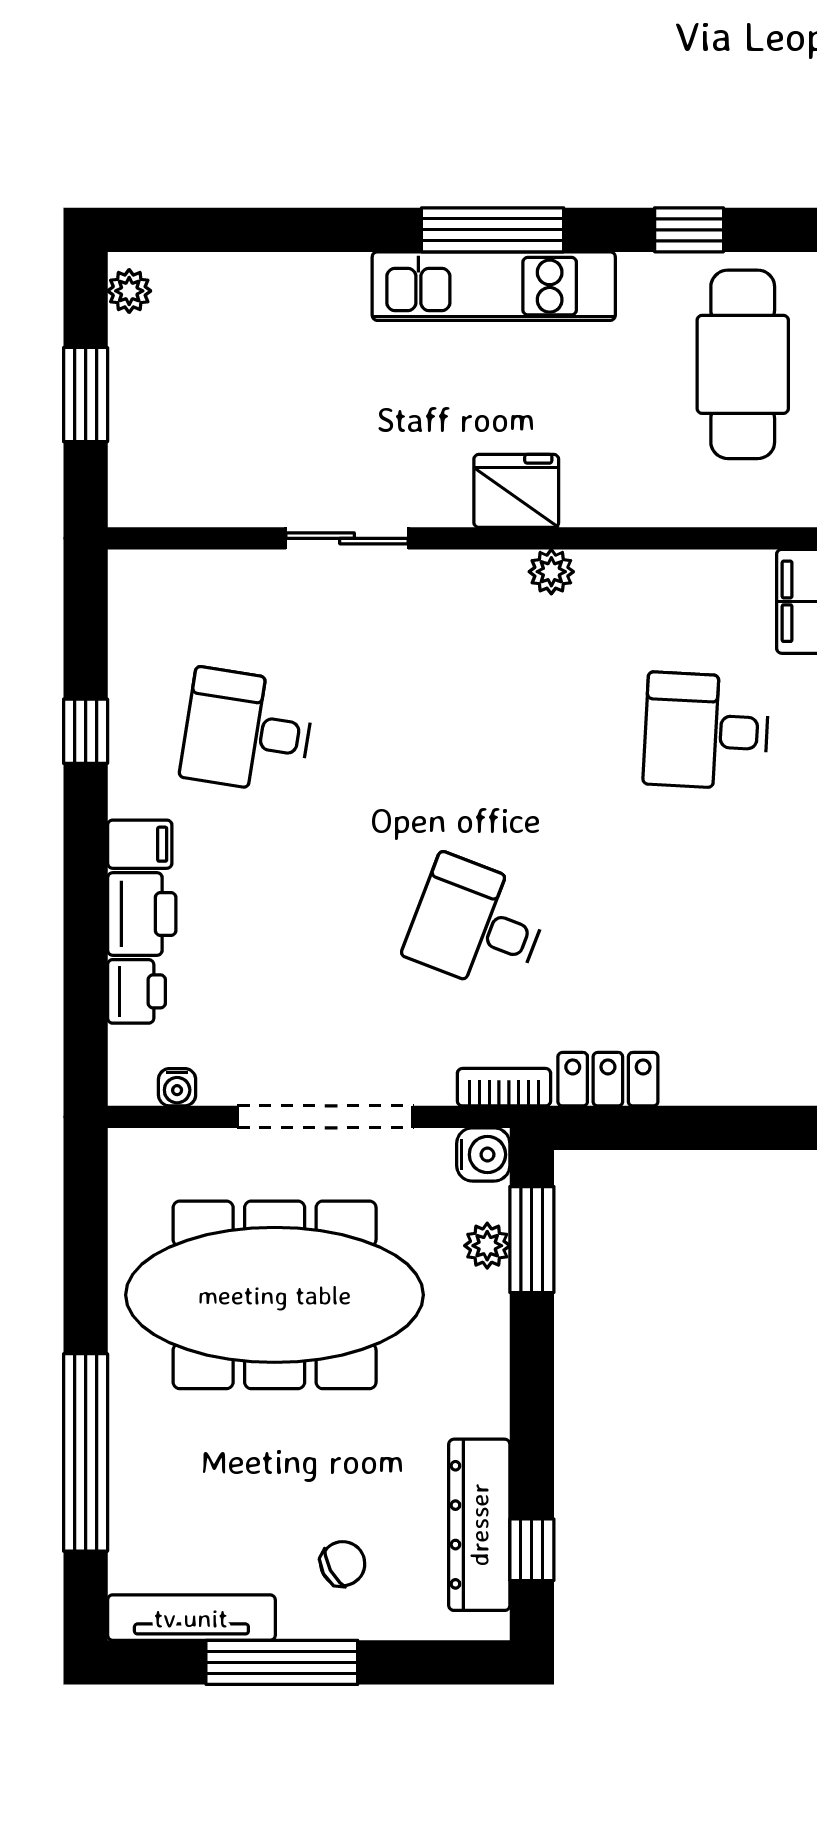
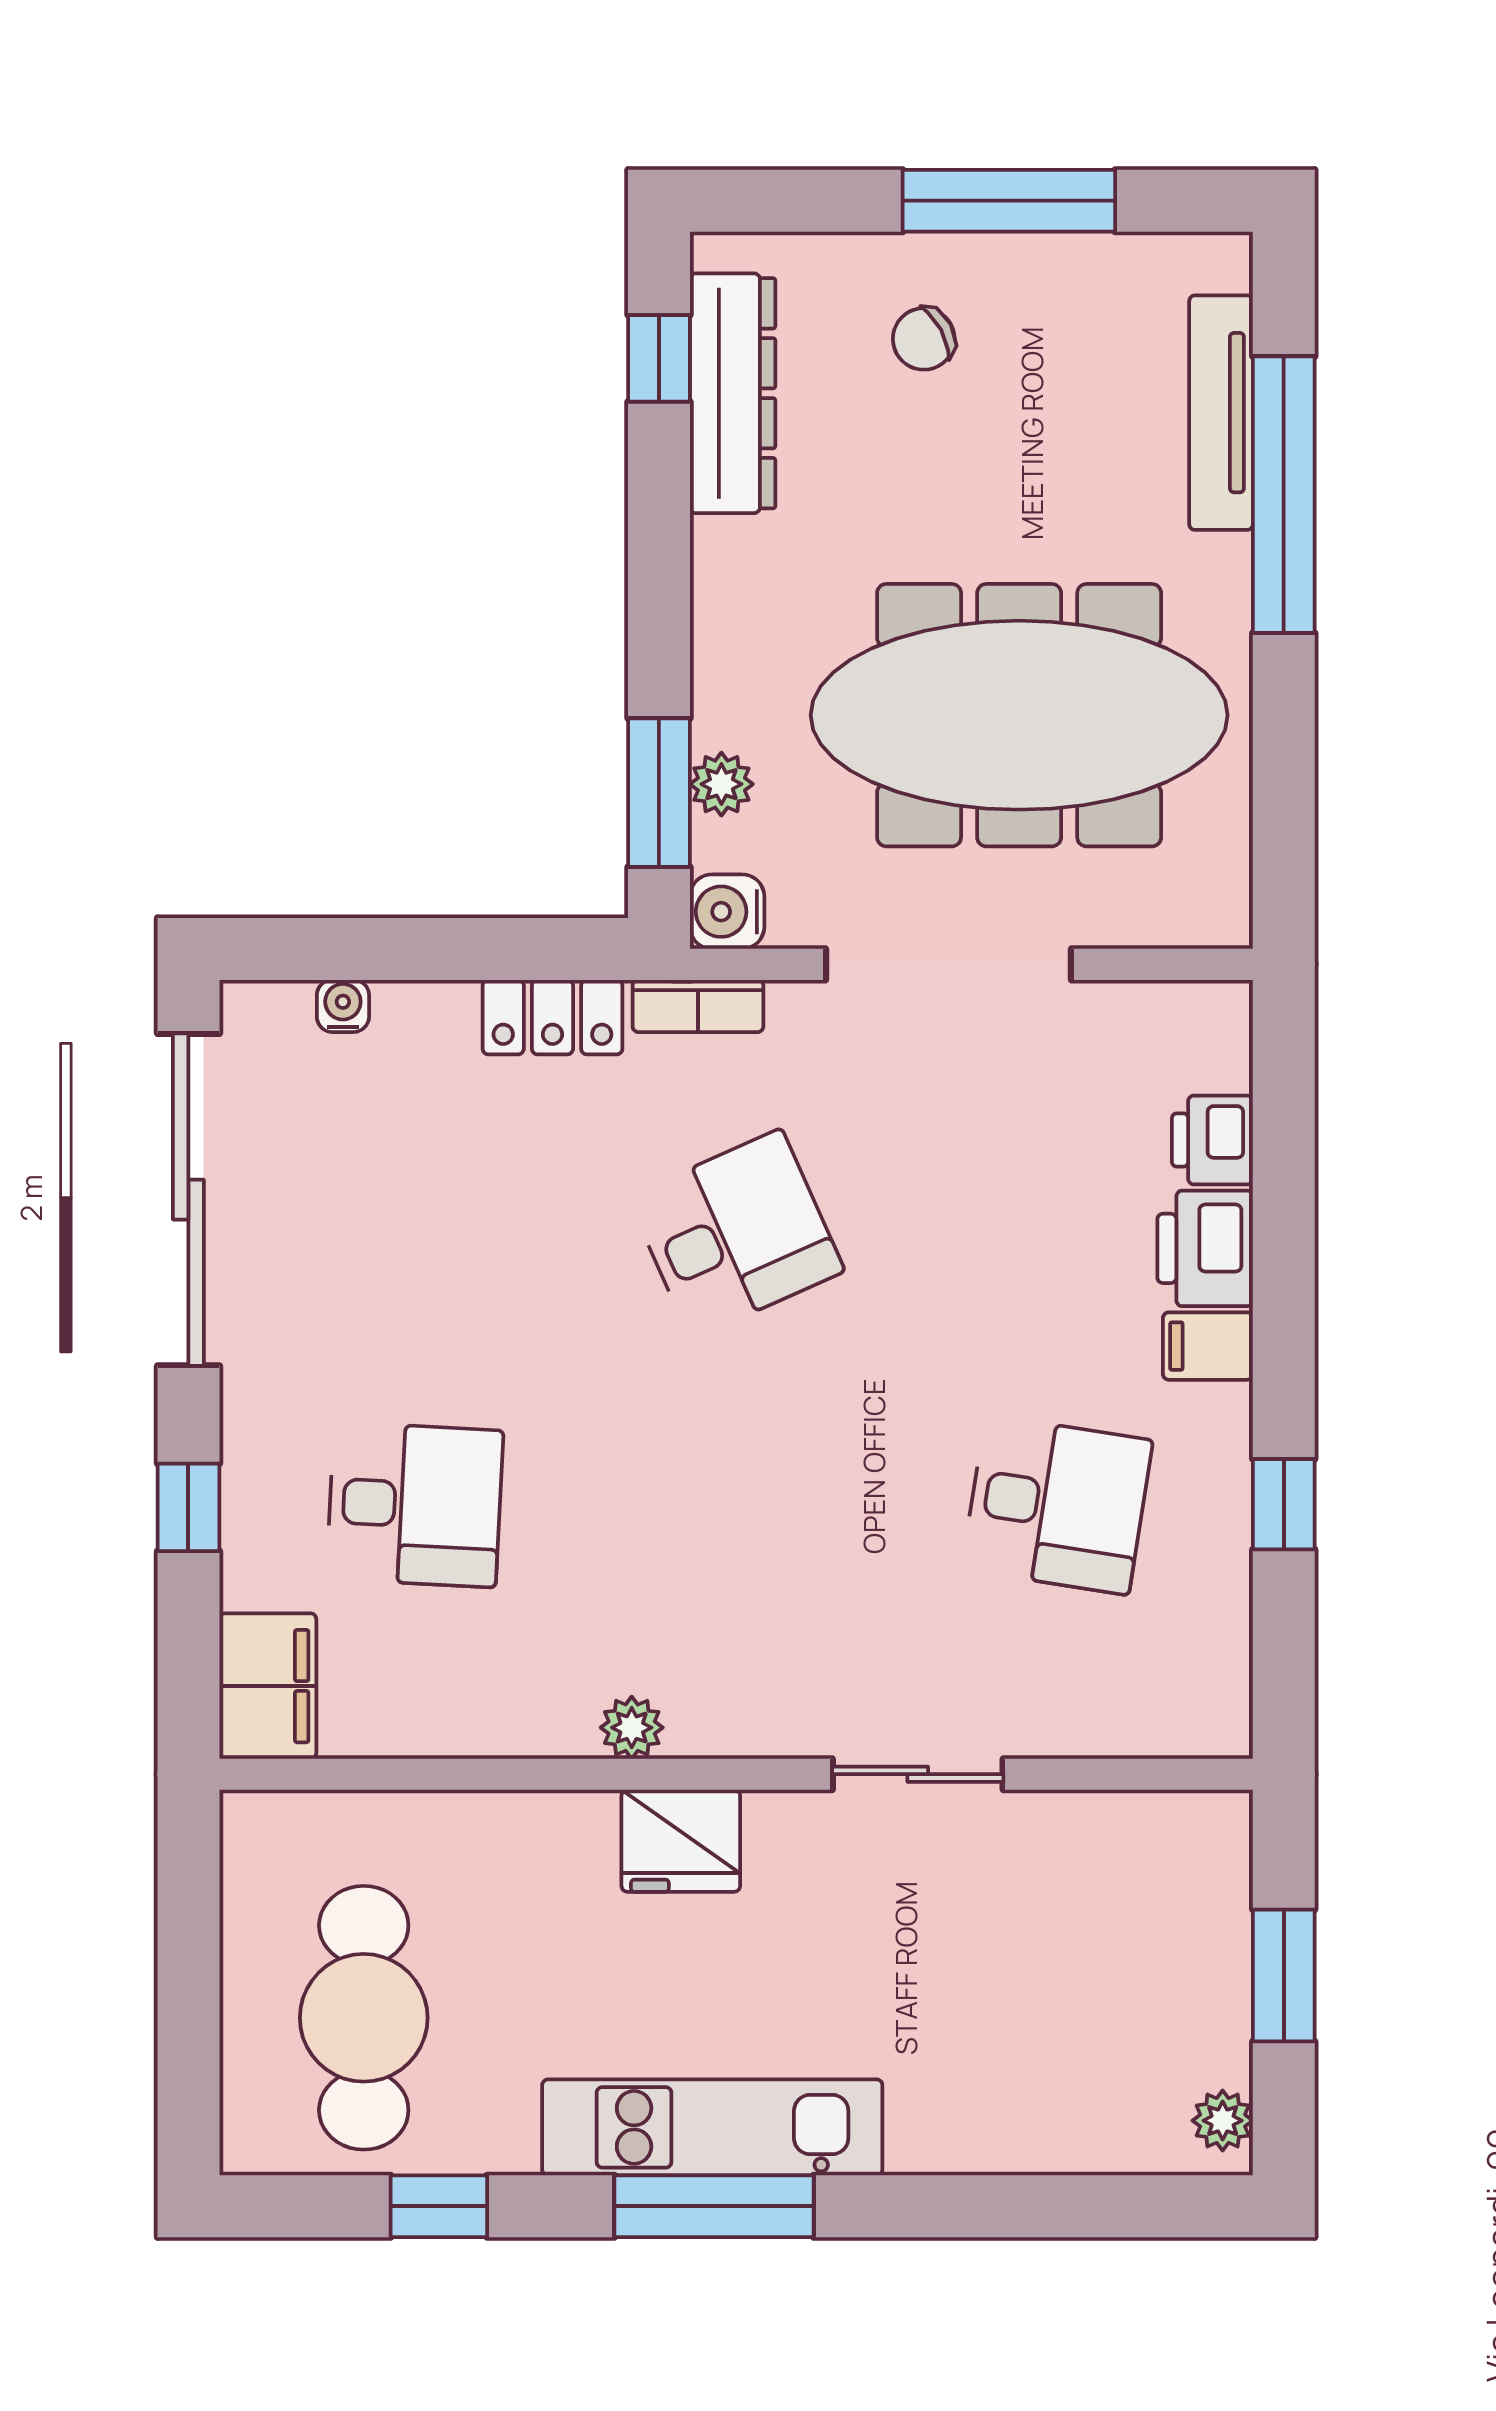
desk: (477, 924) -> (736, 1234), turned -45
water cooler: (177, 1087) -> (343, 1006), moved
tv unit: (191, 1618) -> (1221, 413), moved, turned 90

